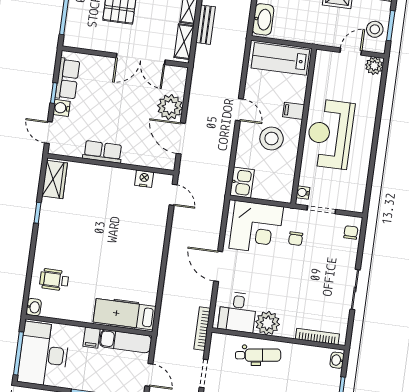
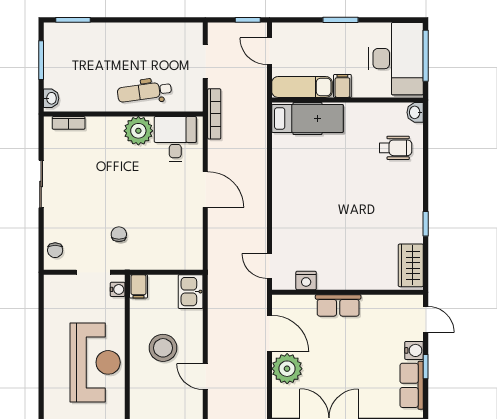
filing cabinet: (294, 111) -> (139, 286), moved, turned 90
row of seats: (103, 152) -> (338, 305), moved
corner desk: (256, 228) -> (167, 241), removed
bookcase: (317, 337) -> (69, 123), width x0.64

